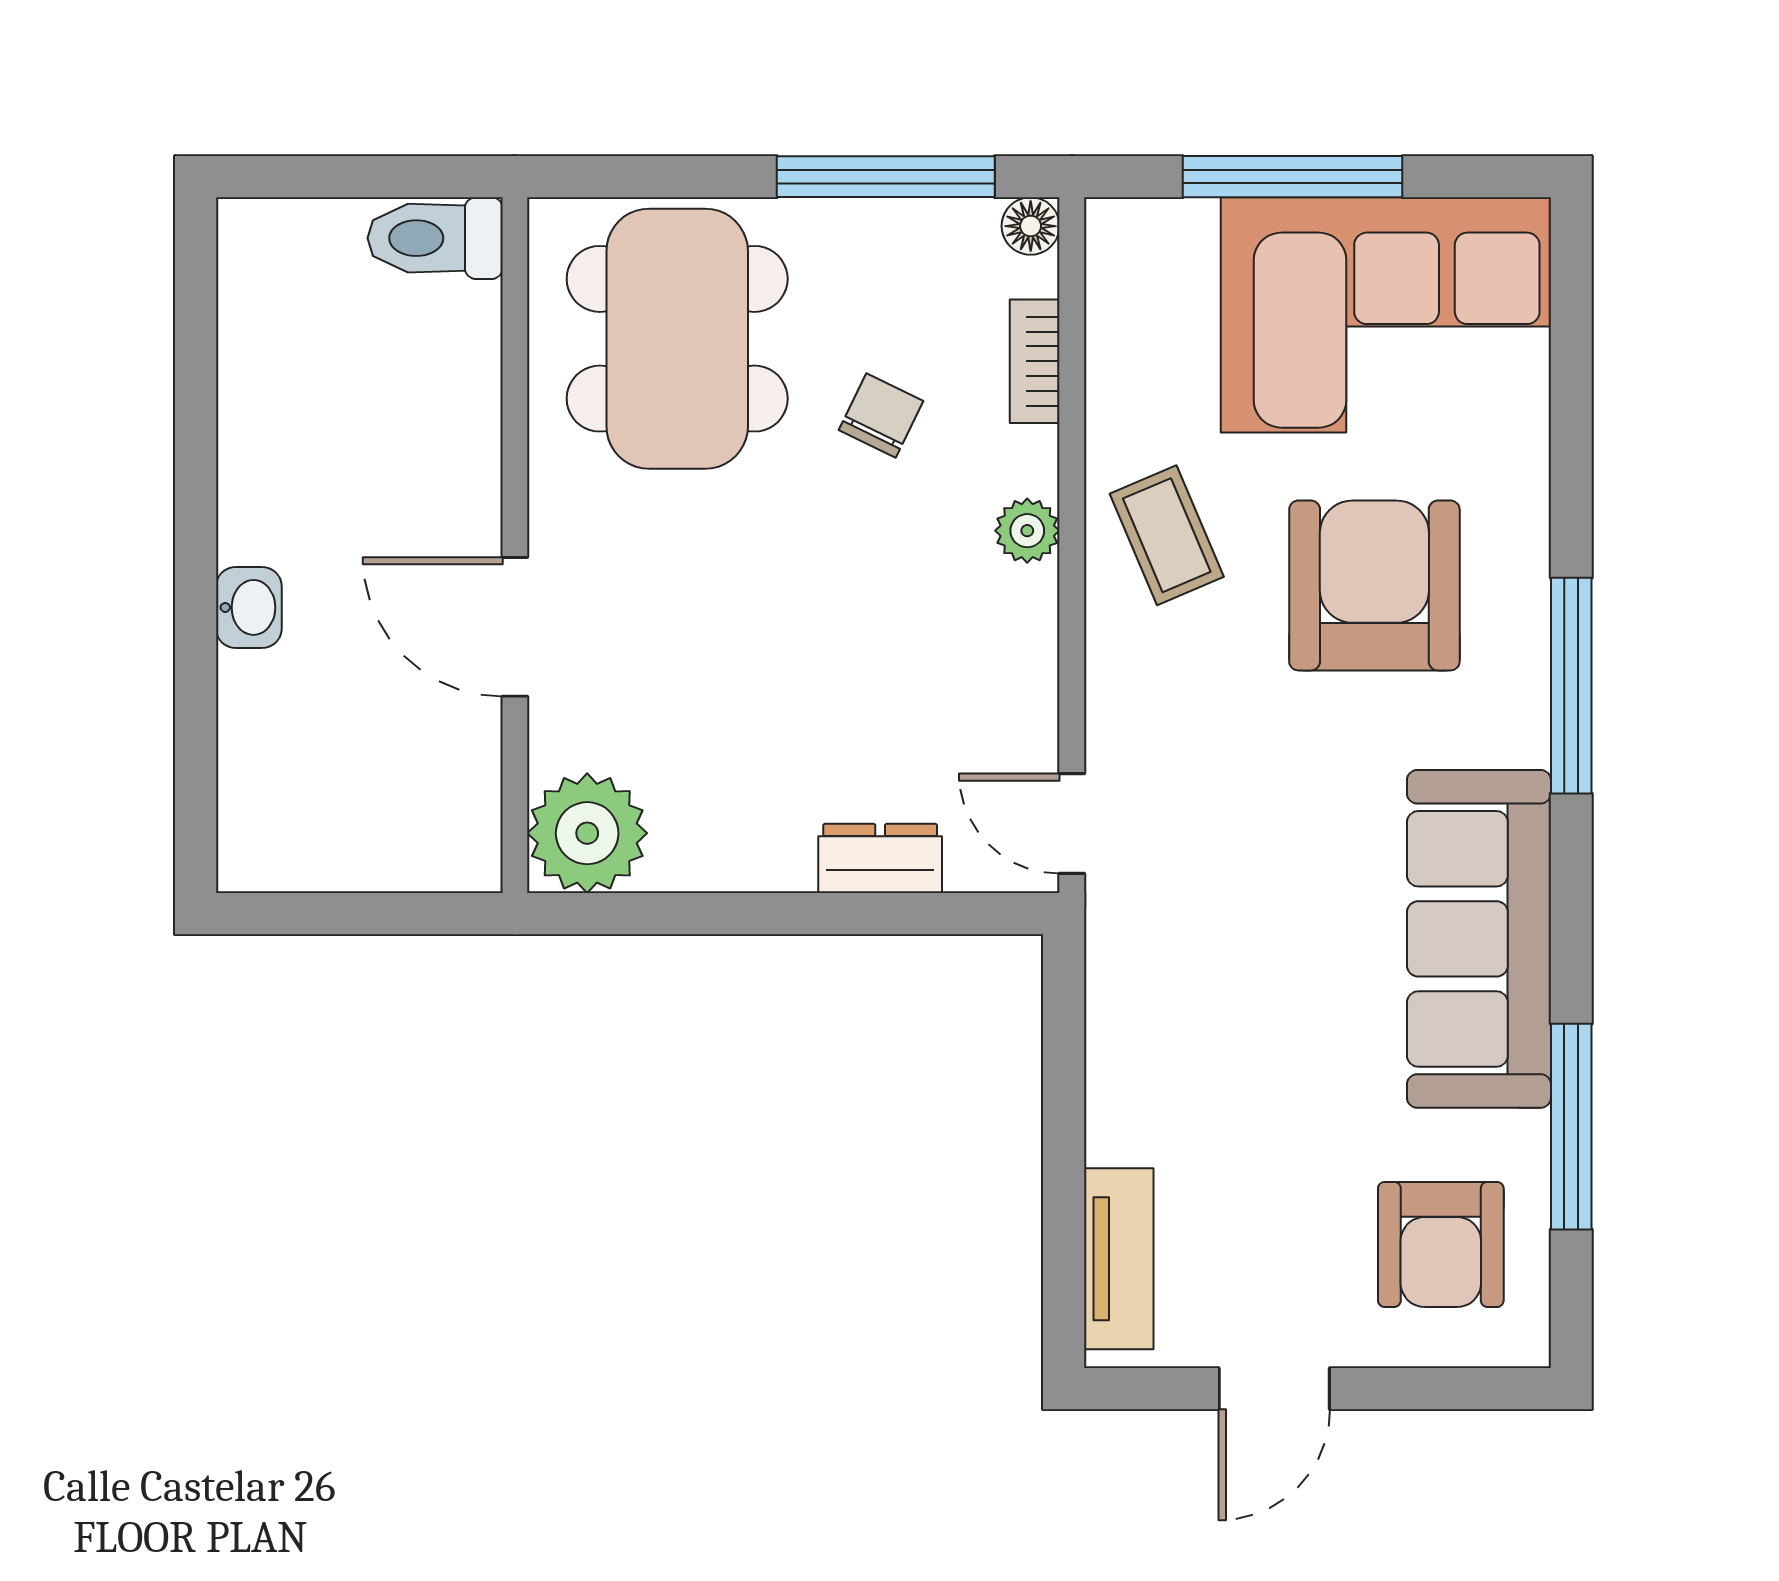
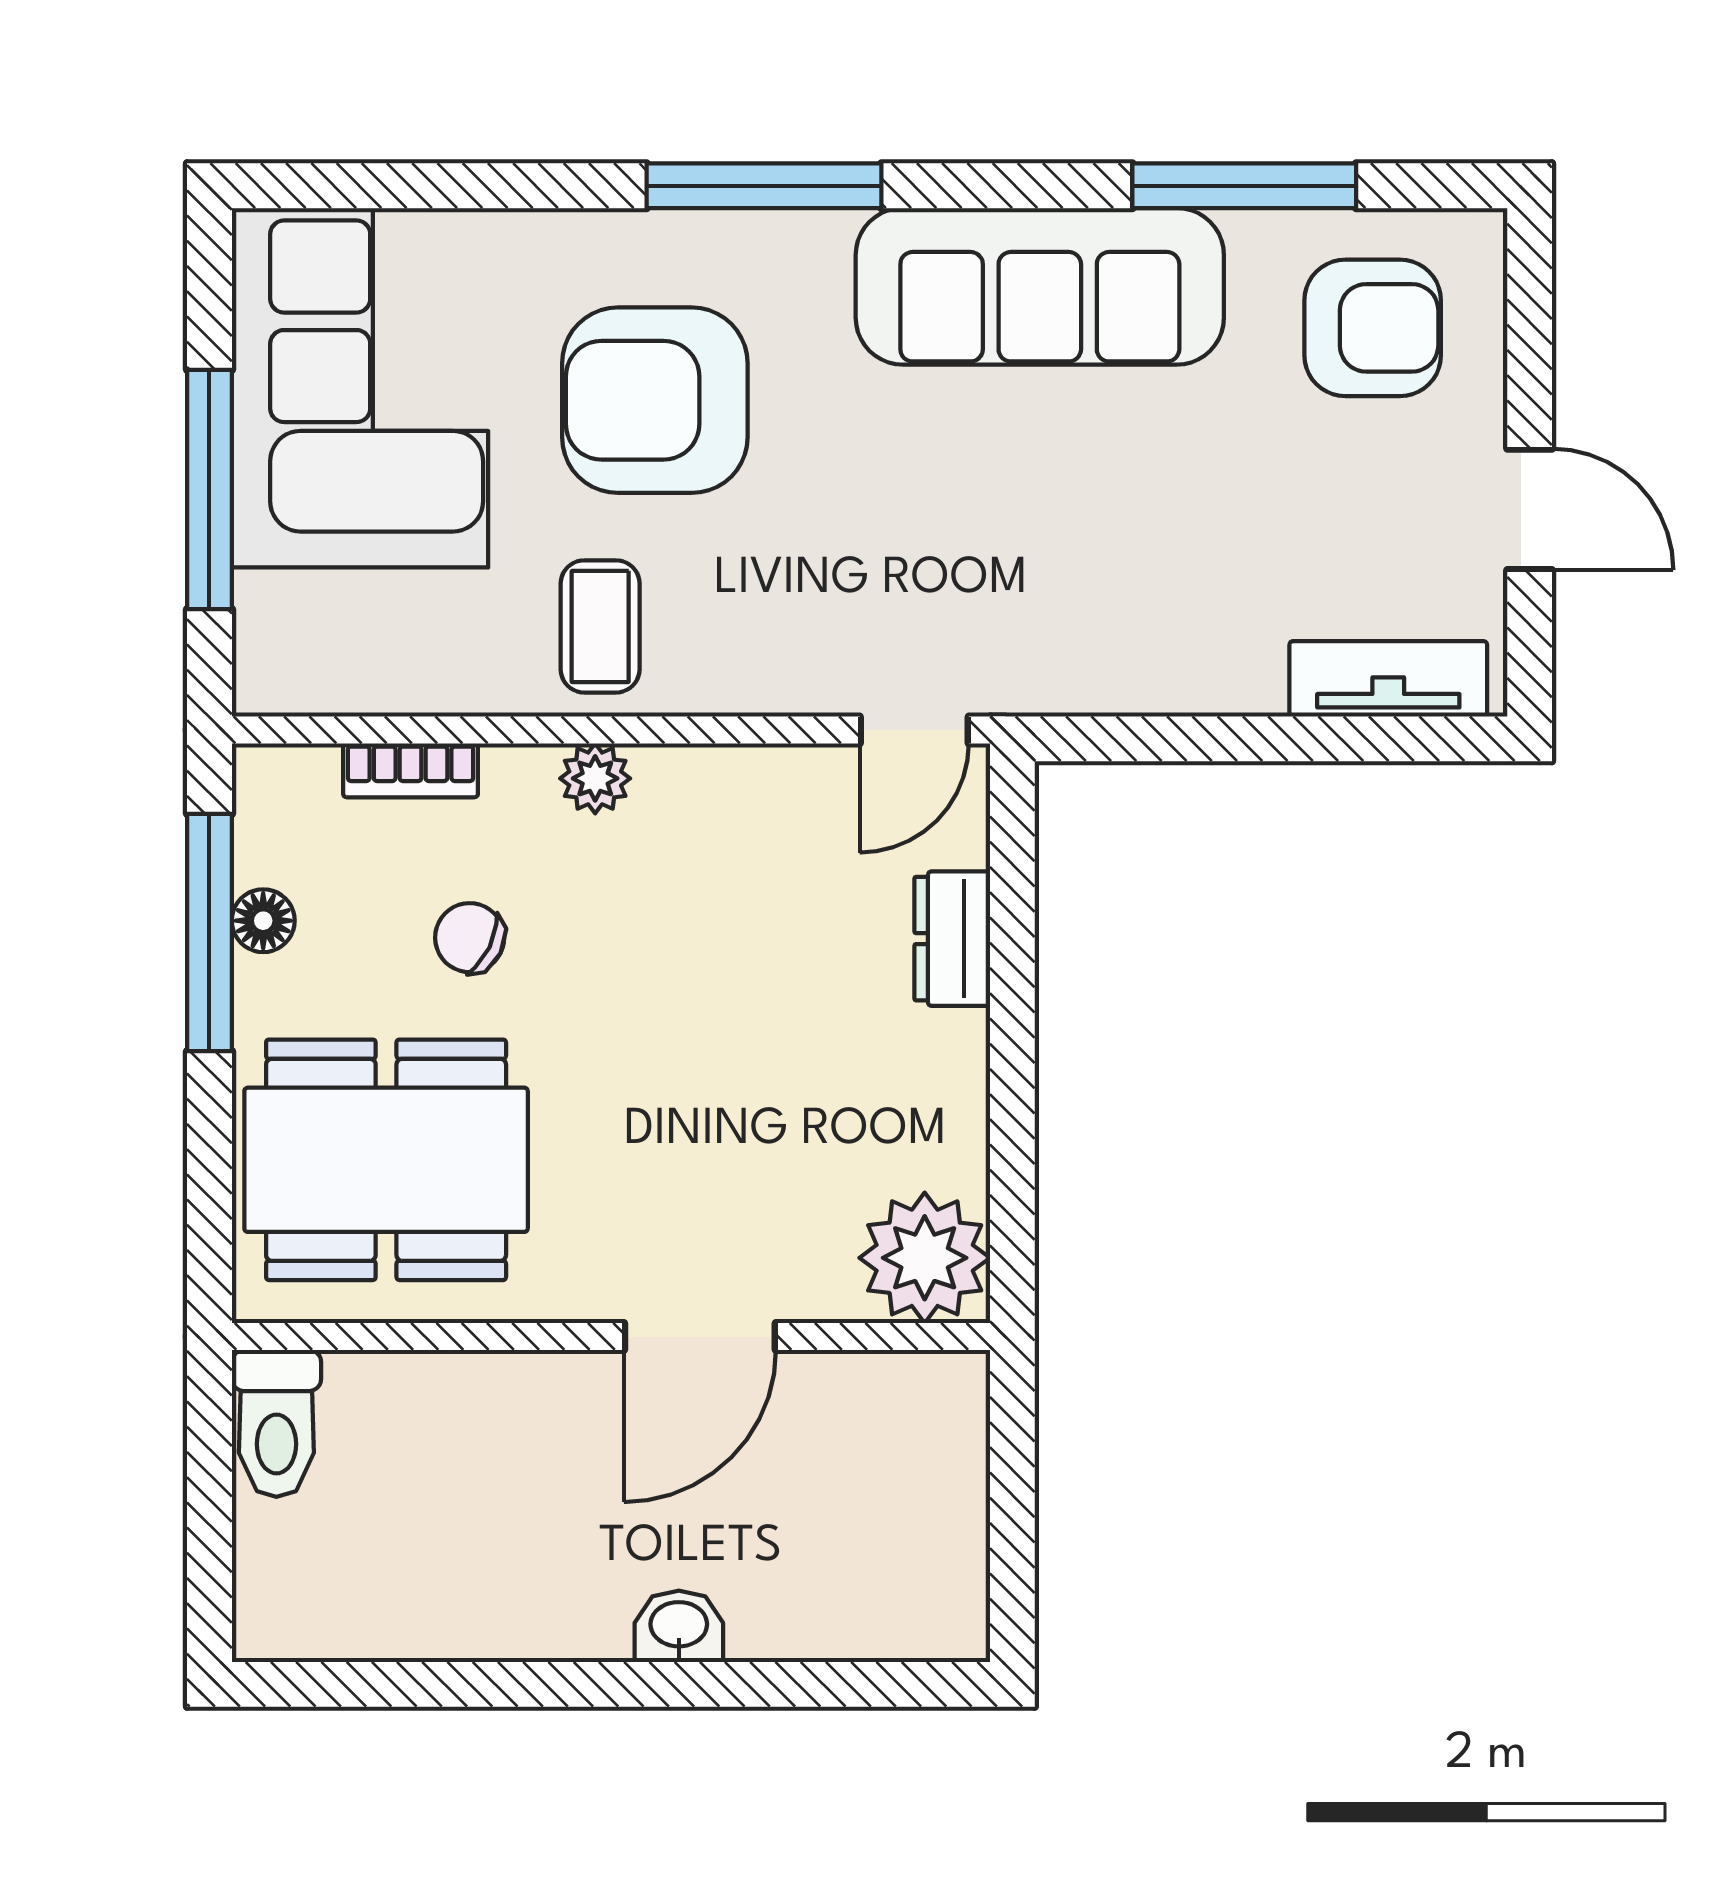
floor lamp: (1031, 226) -> (263, 921), moved
coffee table: (1167, 535) -> (600, 626), turned -67

